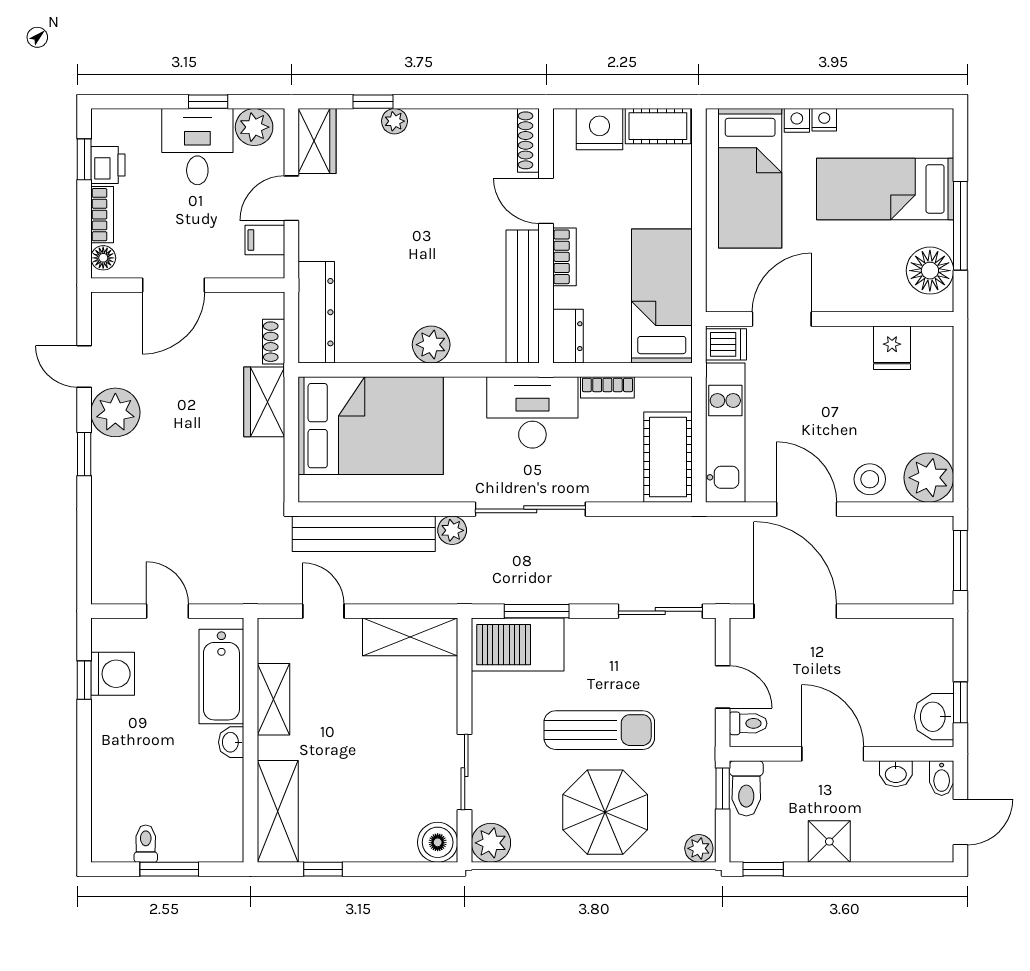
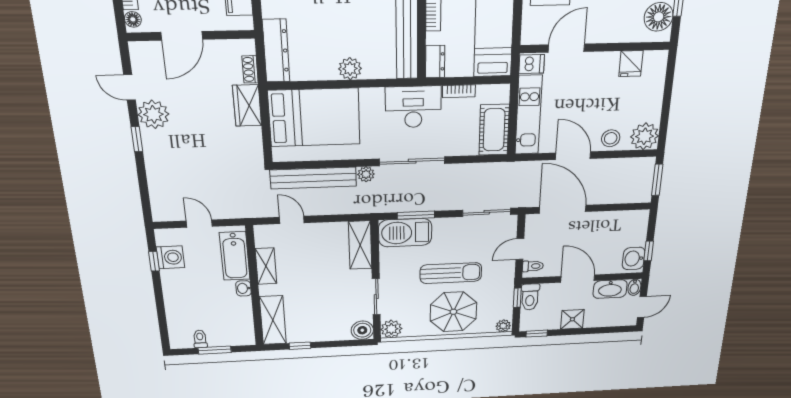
shelving: (410, 637) -> (360, 245), moved, turned 90
door: (723, 687) -> (520, 249), swing flipped
washbasin: (896, 774) -> (610, 289), width x1.91, depth x1.45

